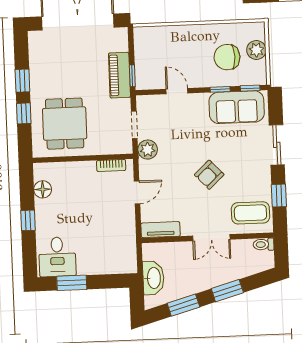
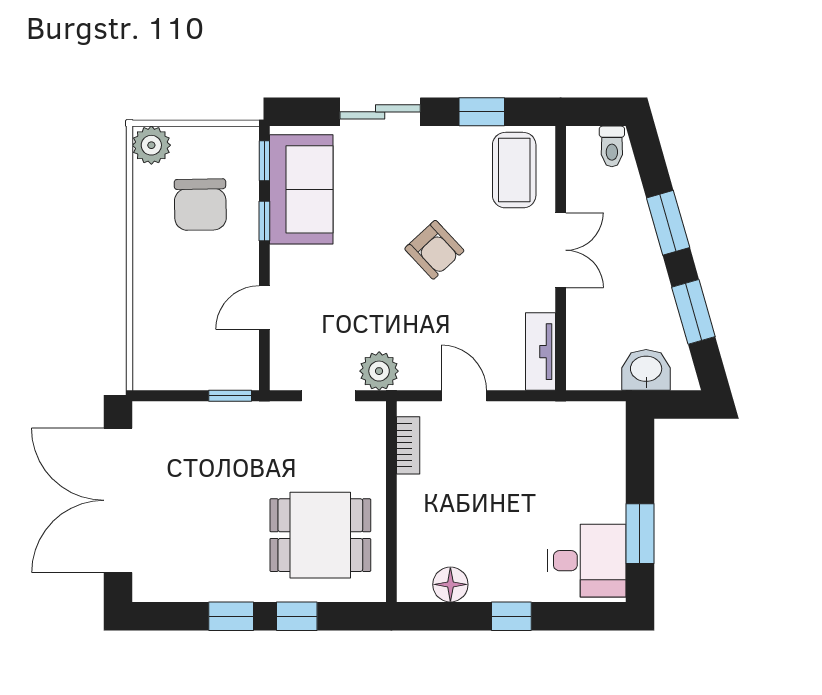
plant: (256, 50) -> (151, 145), moved
piano: (119, 75) -> (228, 421), removed
toilet: (264, 244) -> (612, 146), moved
washbasin: (153, 278) -> (646, 370), width x0.72

